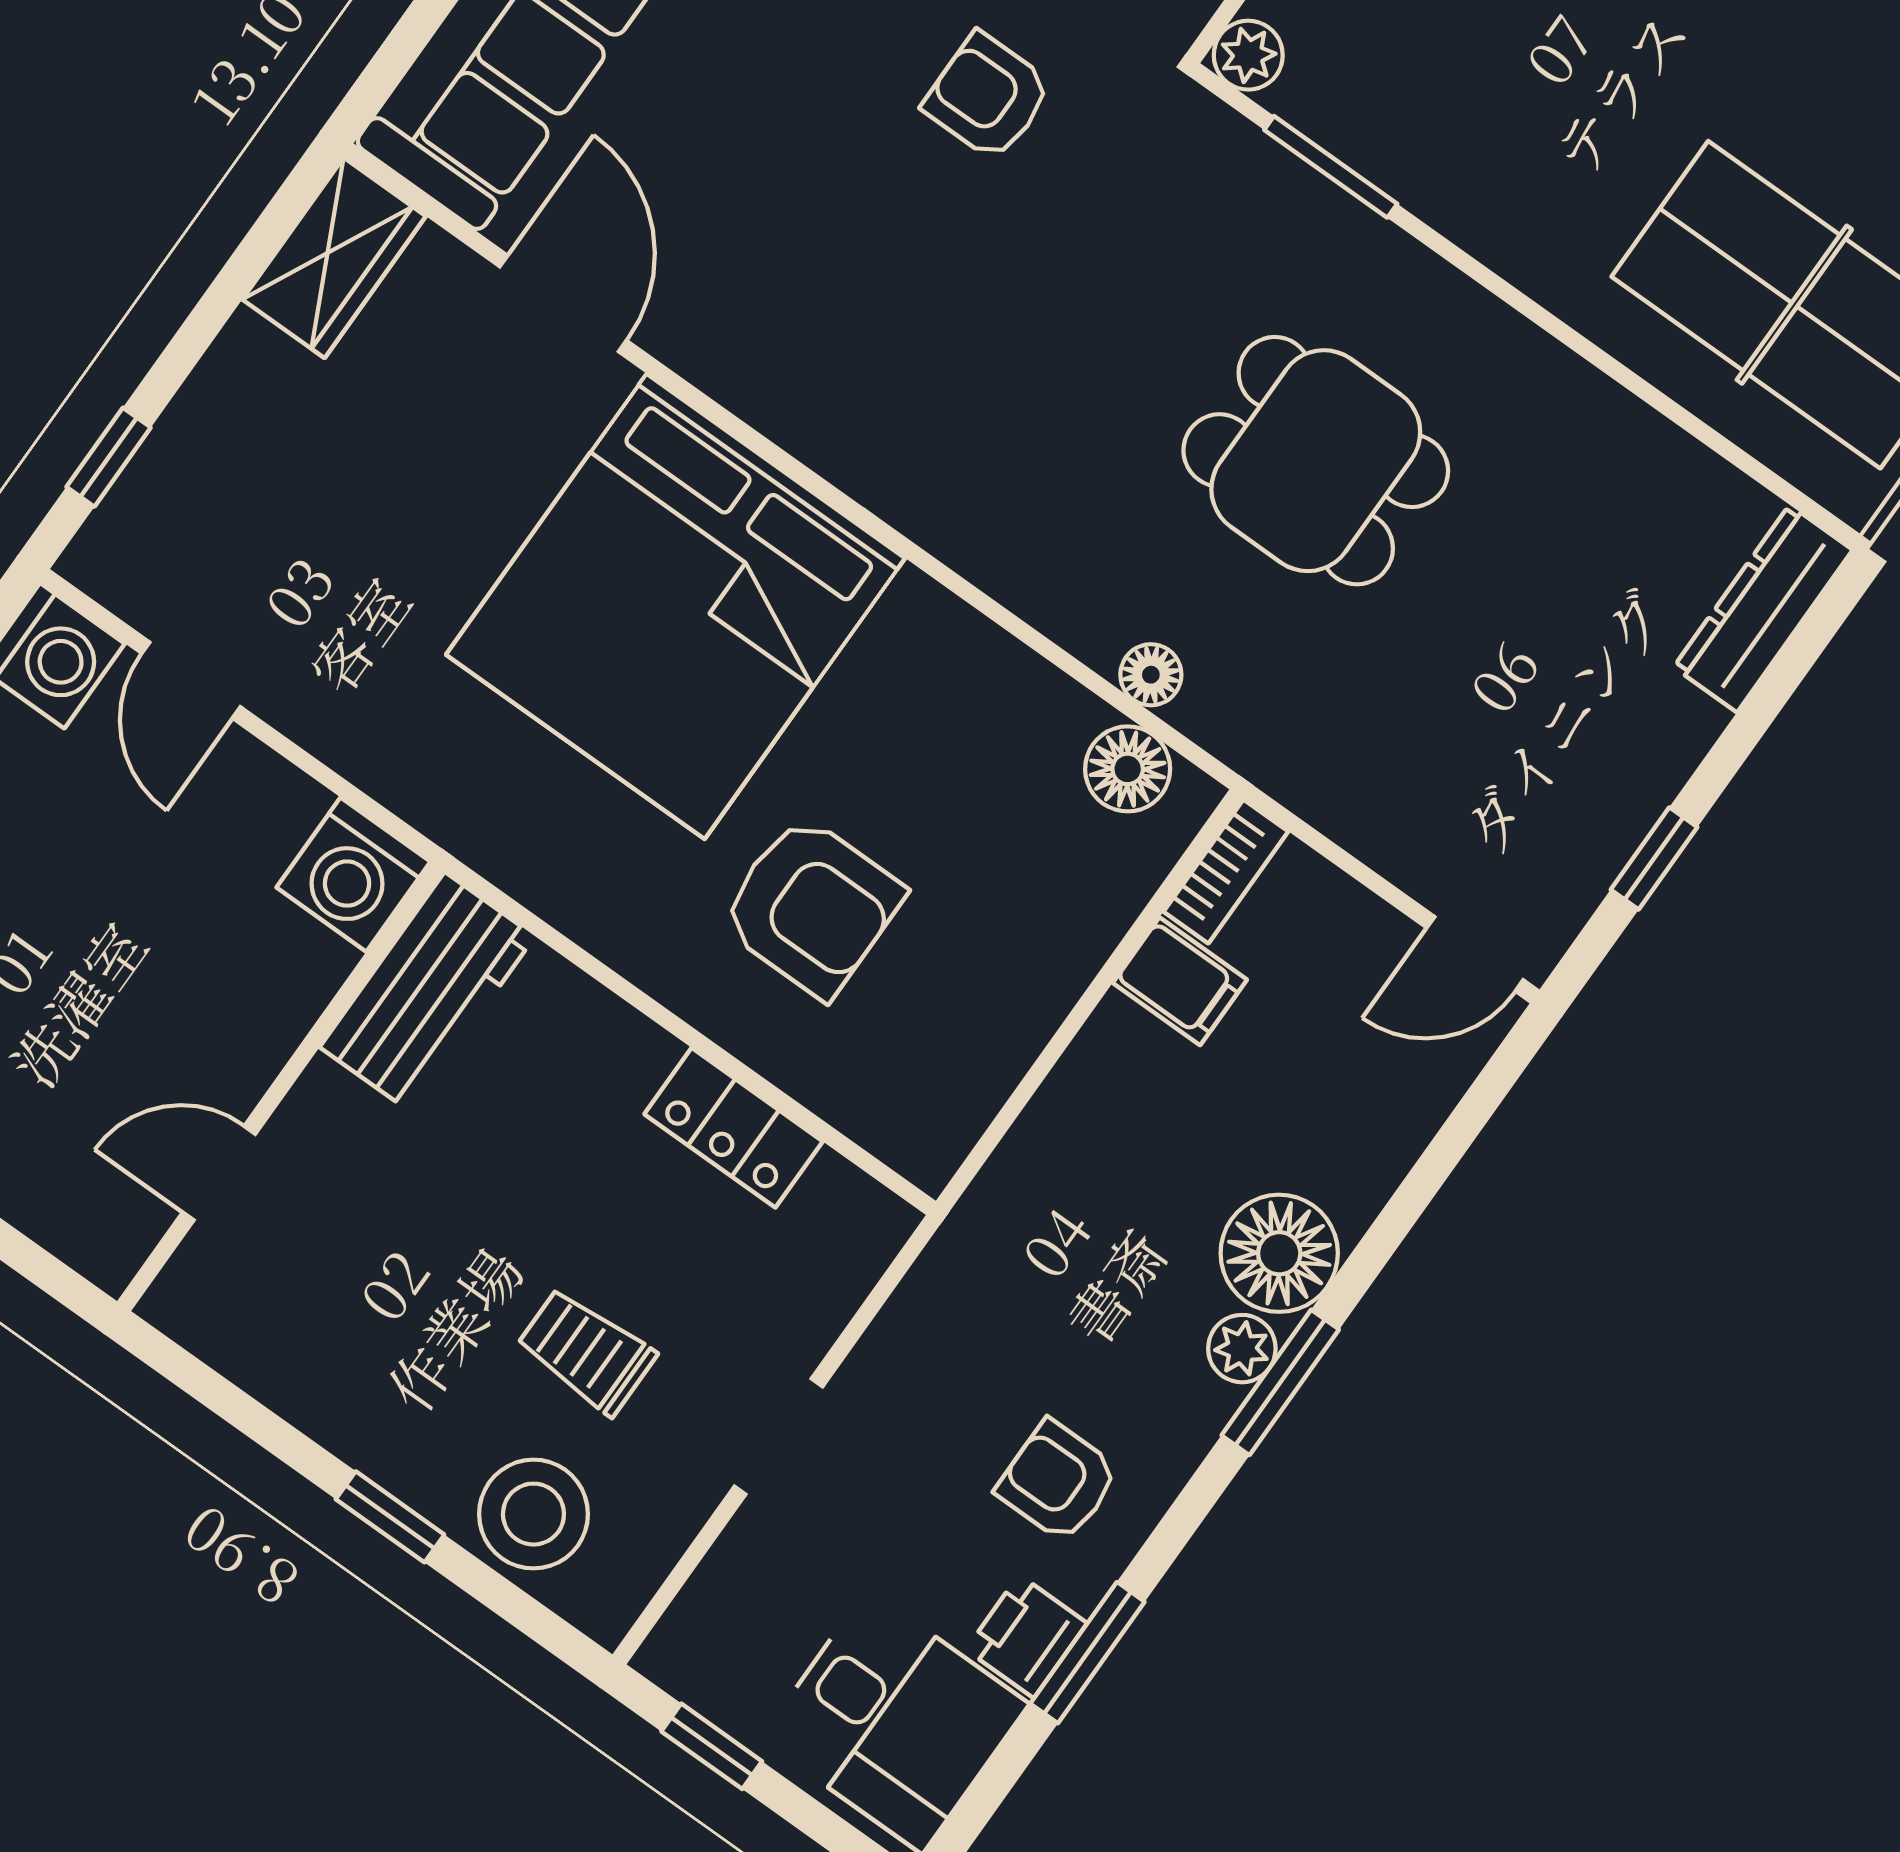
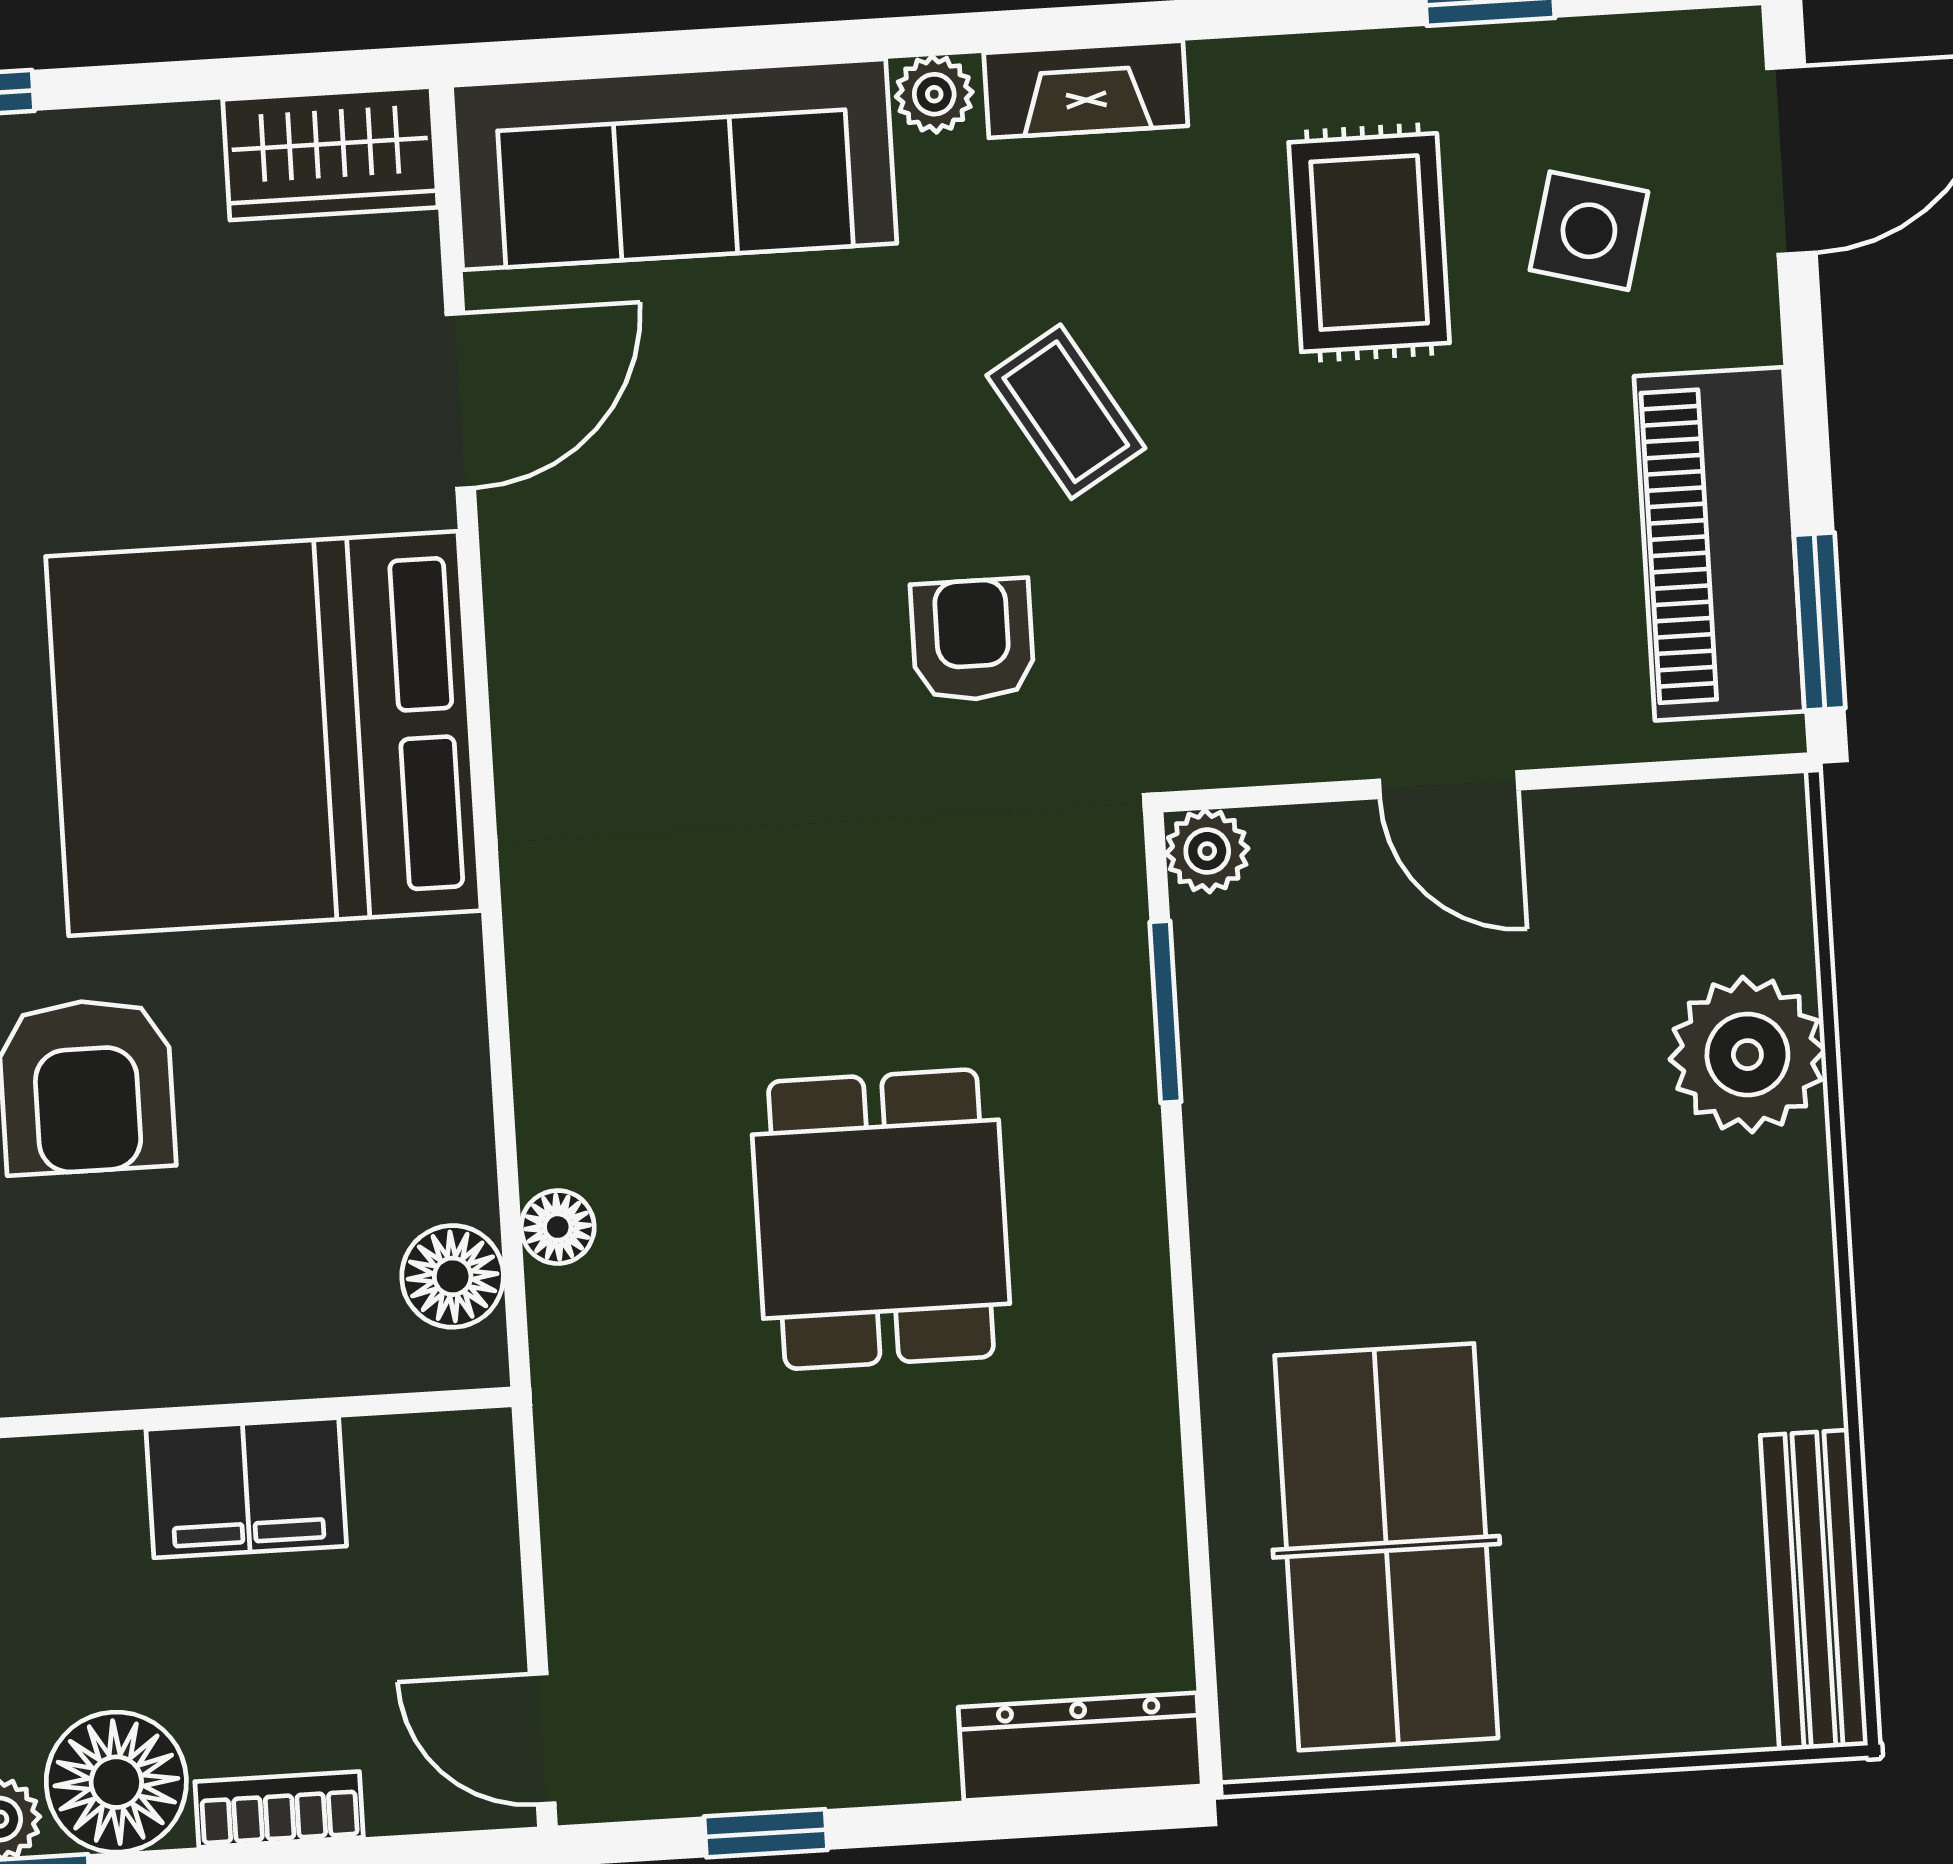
bookcase: (1226, 871) -> (279, 1809), moved, turned 180
filing cabinet: (1180, 981) -> (246, 1488), width x2.00

